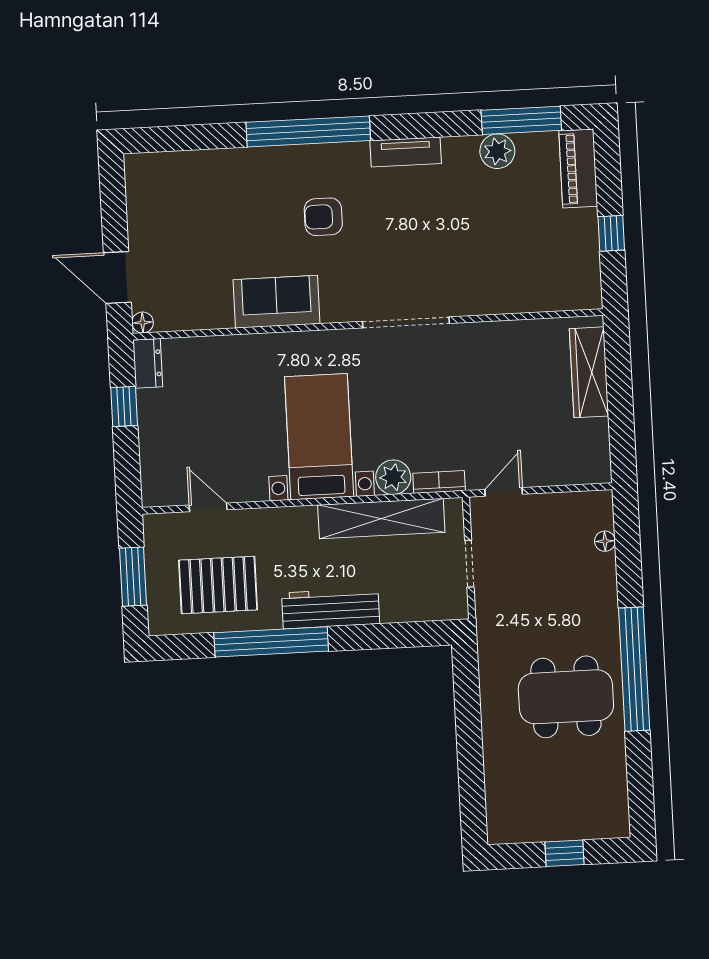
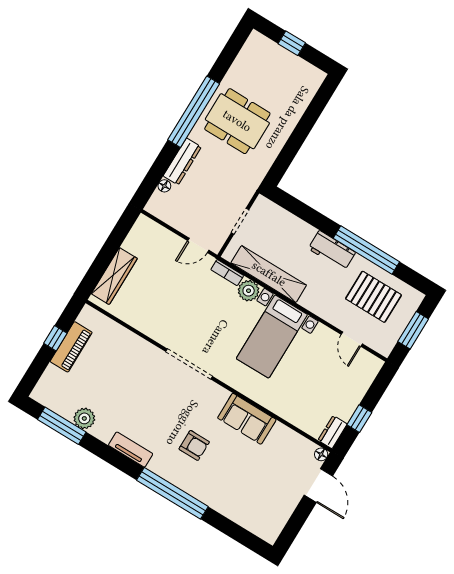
piano: (578, 168) -> (71, 347), moved
dresser: (603, 591) -> (182, 161), added
workbench: (331, 608) -> (332, 251), width x0.73

